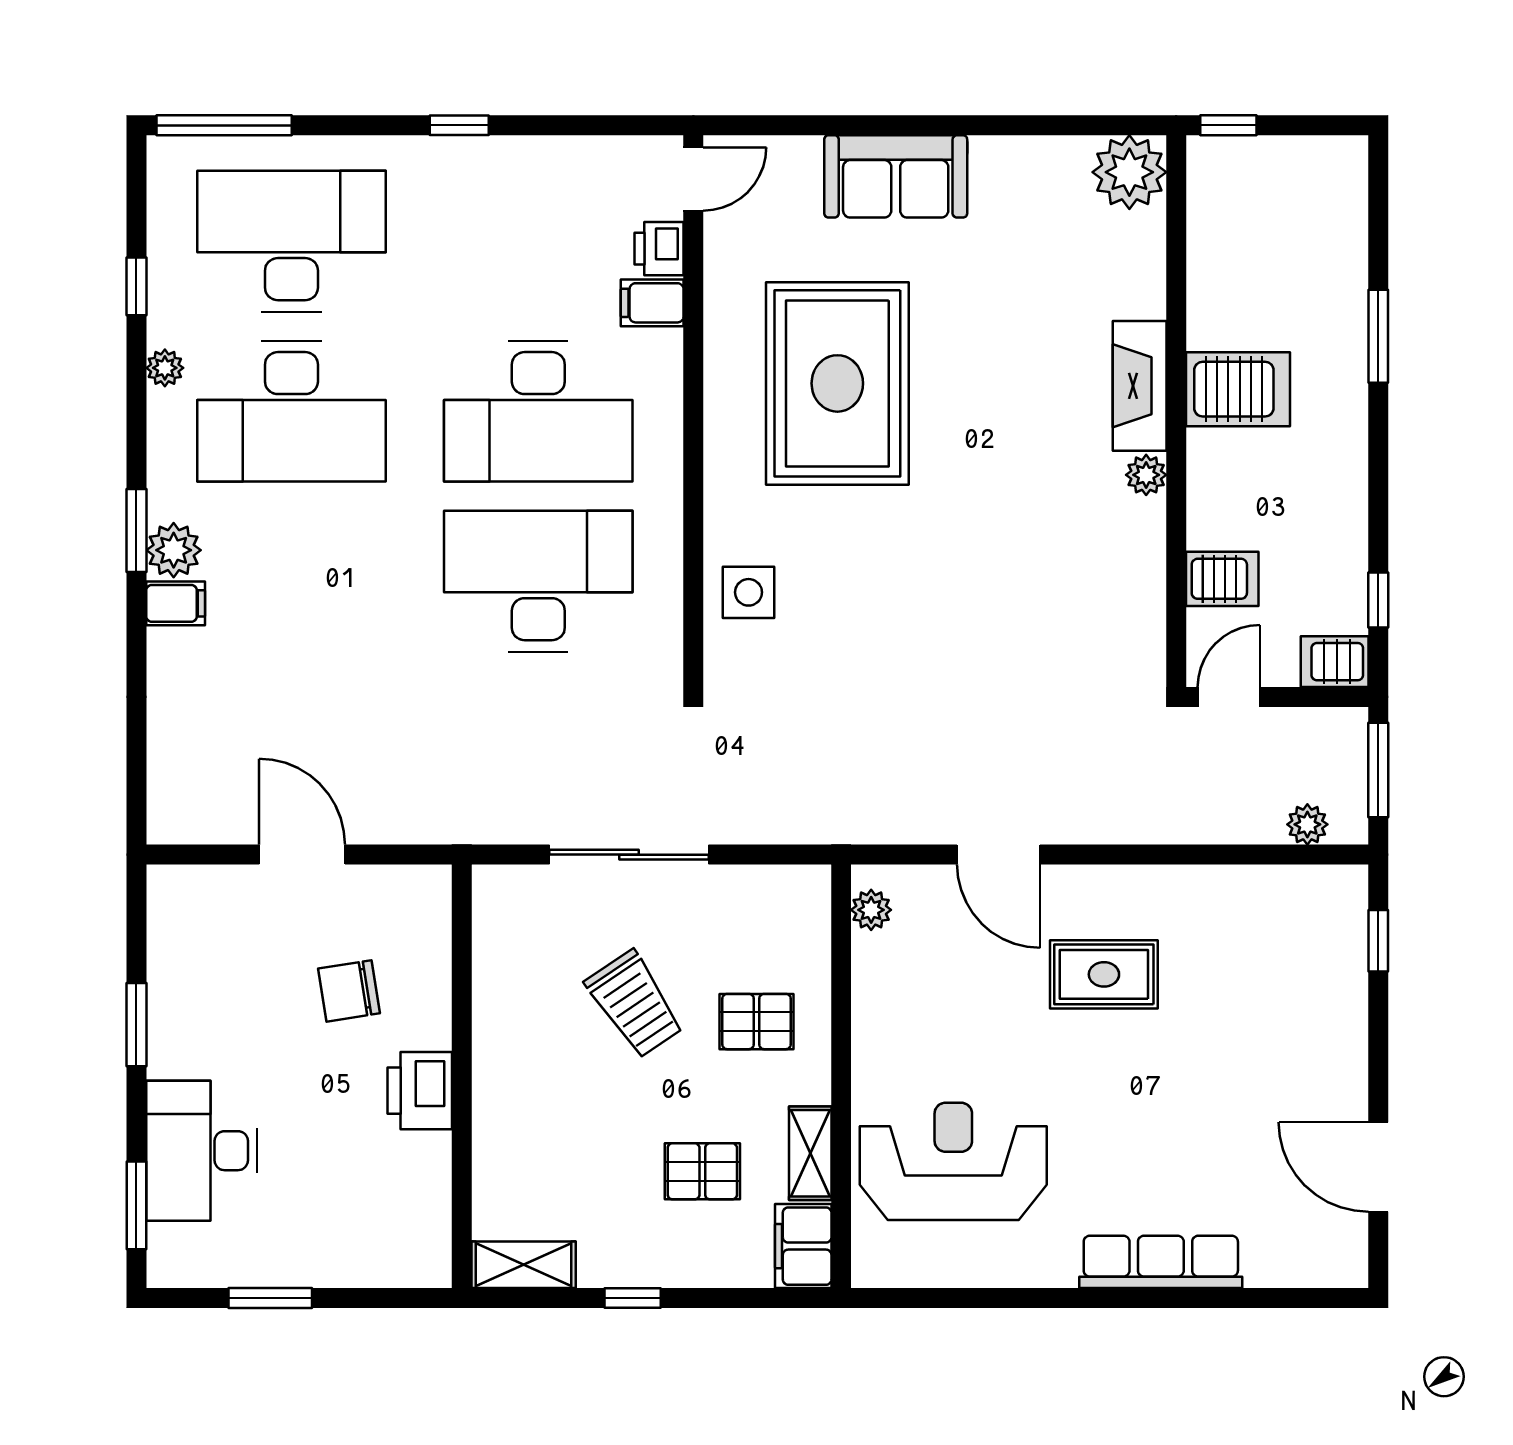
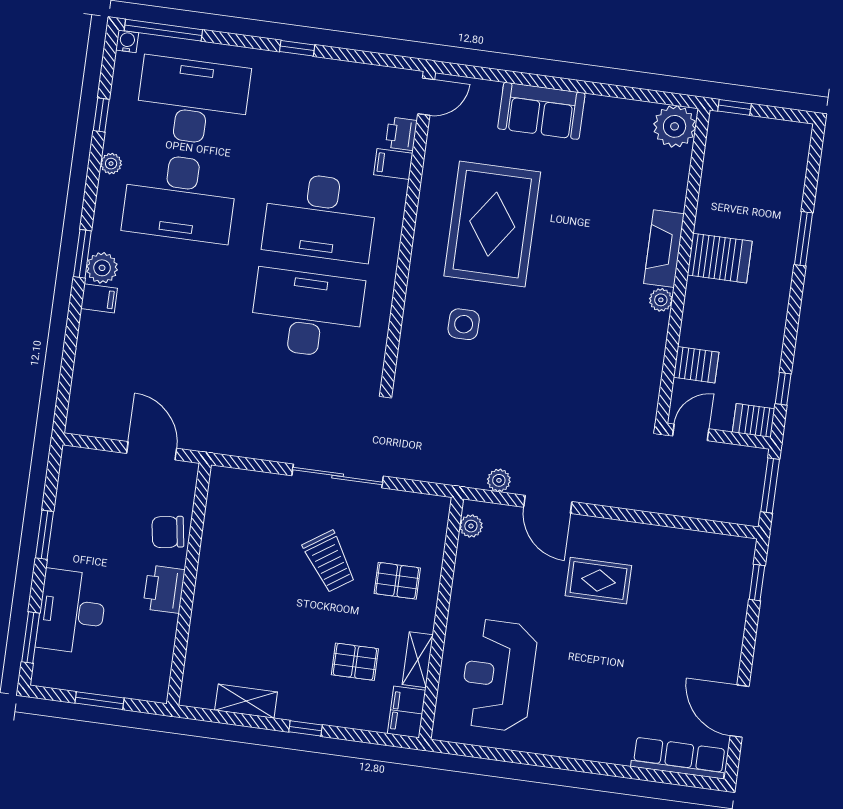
water cooler: (164, 153) -> (127, 41), added
side table: (749, 592) -> (464, 324), moved
plant: (1307, 824) -> (499, 480), moved
wall: (462, 1076) -> (189, 584), moved
printer: (420, 1091) -> (164, 589), moved
reception desk: (953, 1161) -> (498, 675), turned -90
row of seats: (1161, 1262) -> (679, 758), moved

